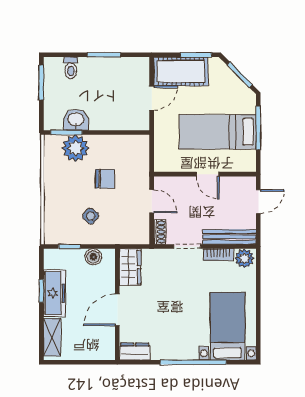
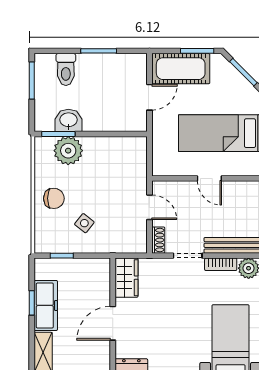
toilet: (71, 68) -> (66, 69), width x1.37, depth x1.39
chair: (105, 179) -> (54, 198), moved
boiler: (93, 257) -> (87, 267), removed

